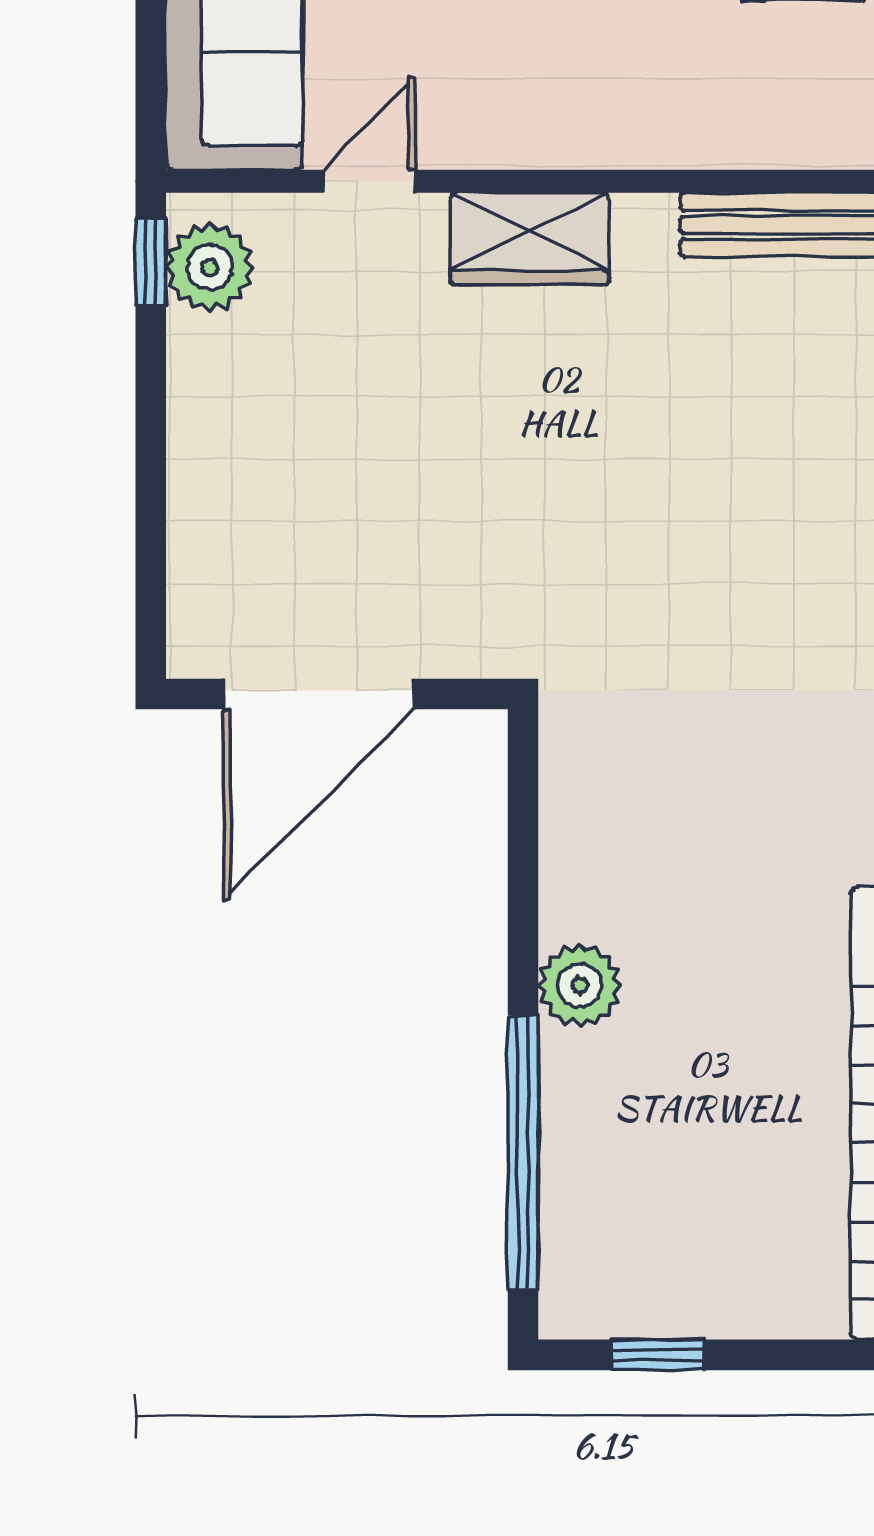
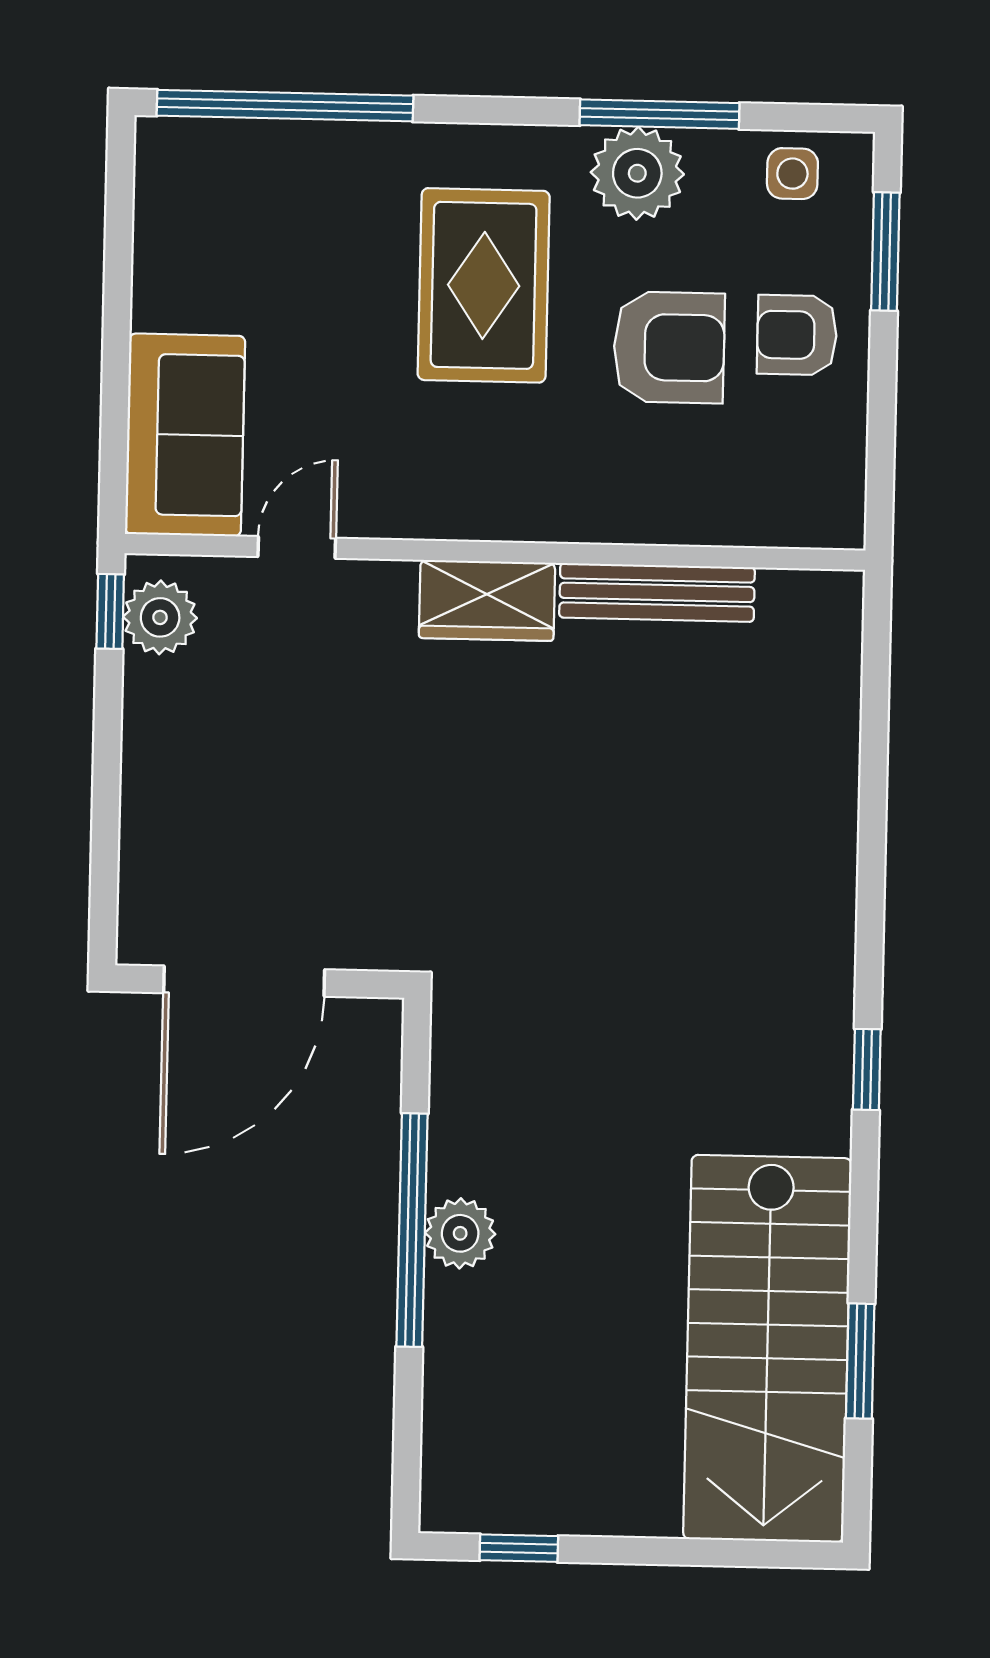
wardrobe: (530, 239) -> (487, 600), moved
window: (523, 1153) -> (412, 1230), moved

